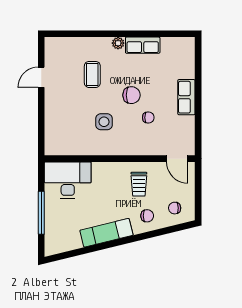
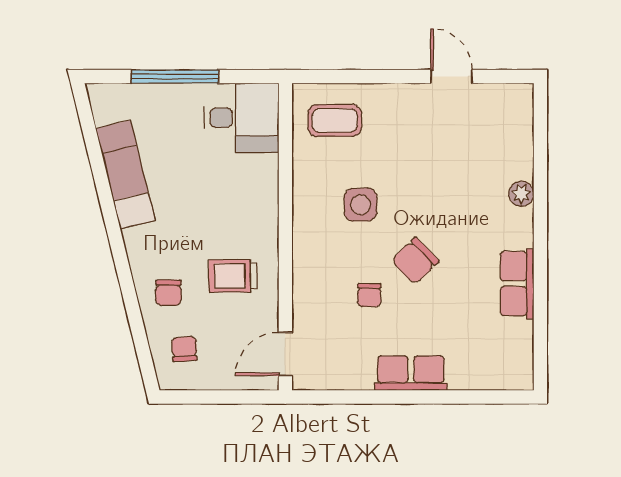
plant: (118, 43) -> (521, 194), moved
coffee table: (92, 74) -> (335, 120), moved
chair: (131, 95) -> (415, 261), turned 46
desk: (68, 180) -> (241, 118), width x0.73
exam couch: (106, 233) -> (125, 174), moved

